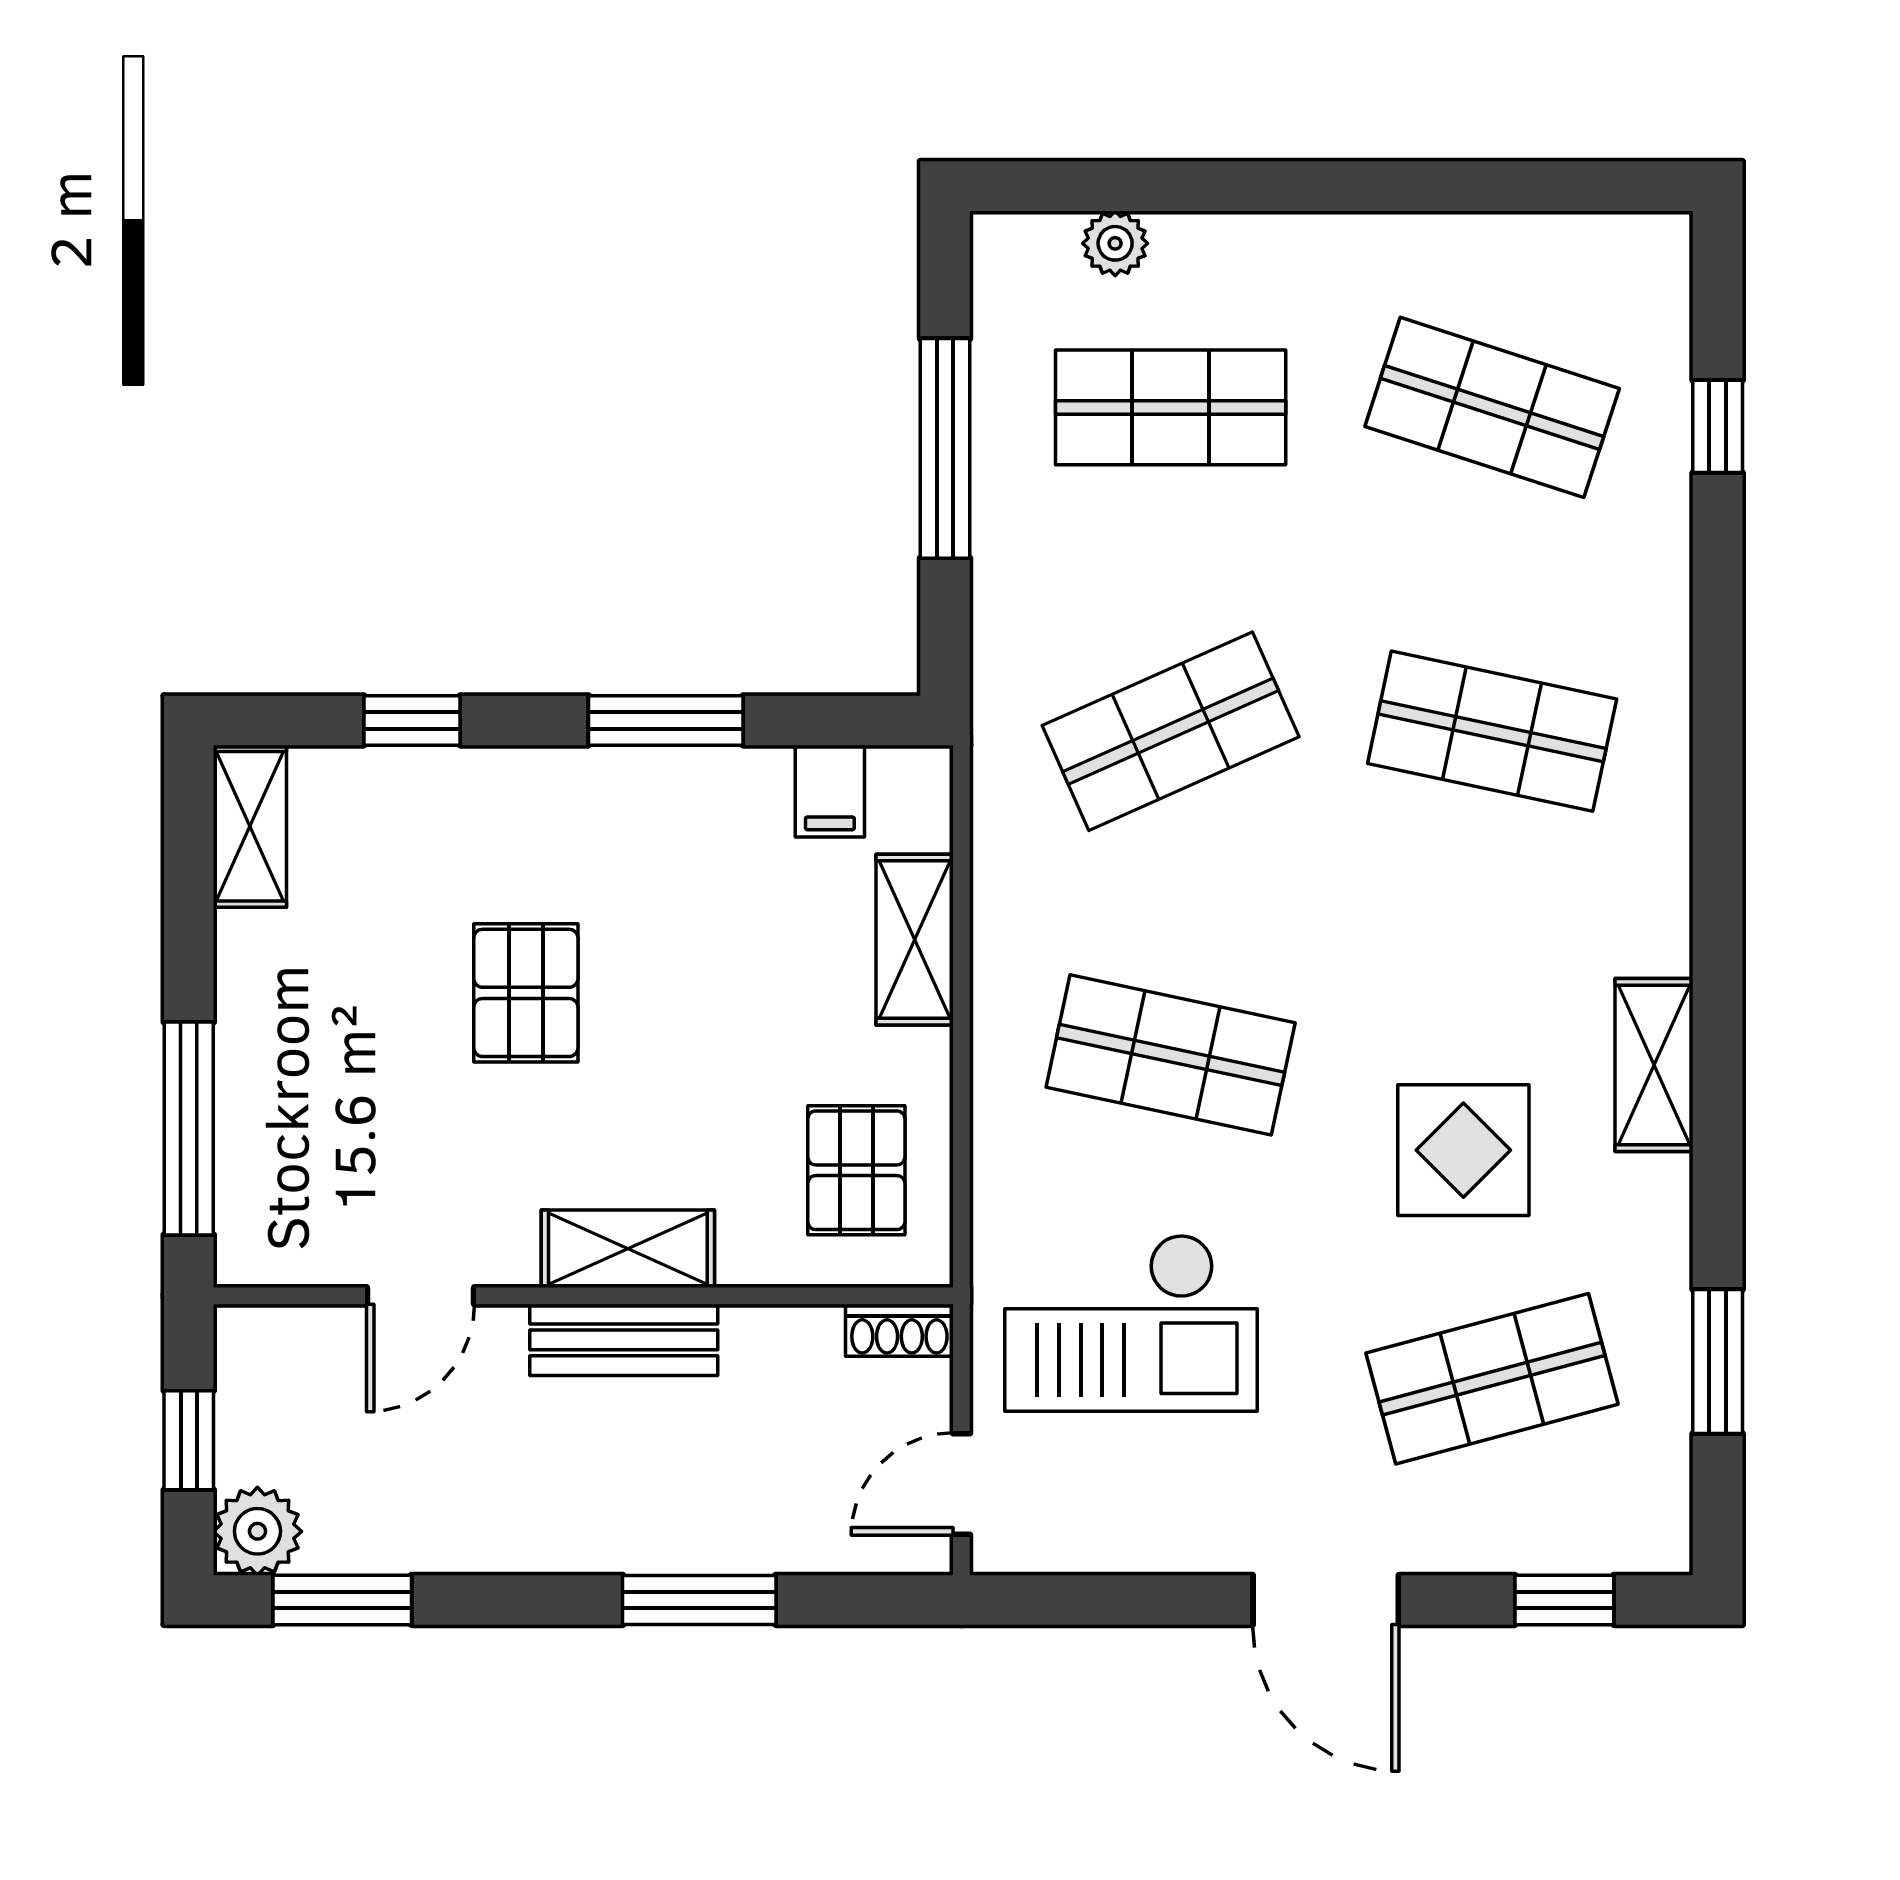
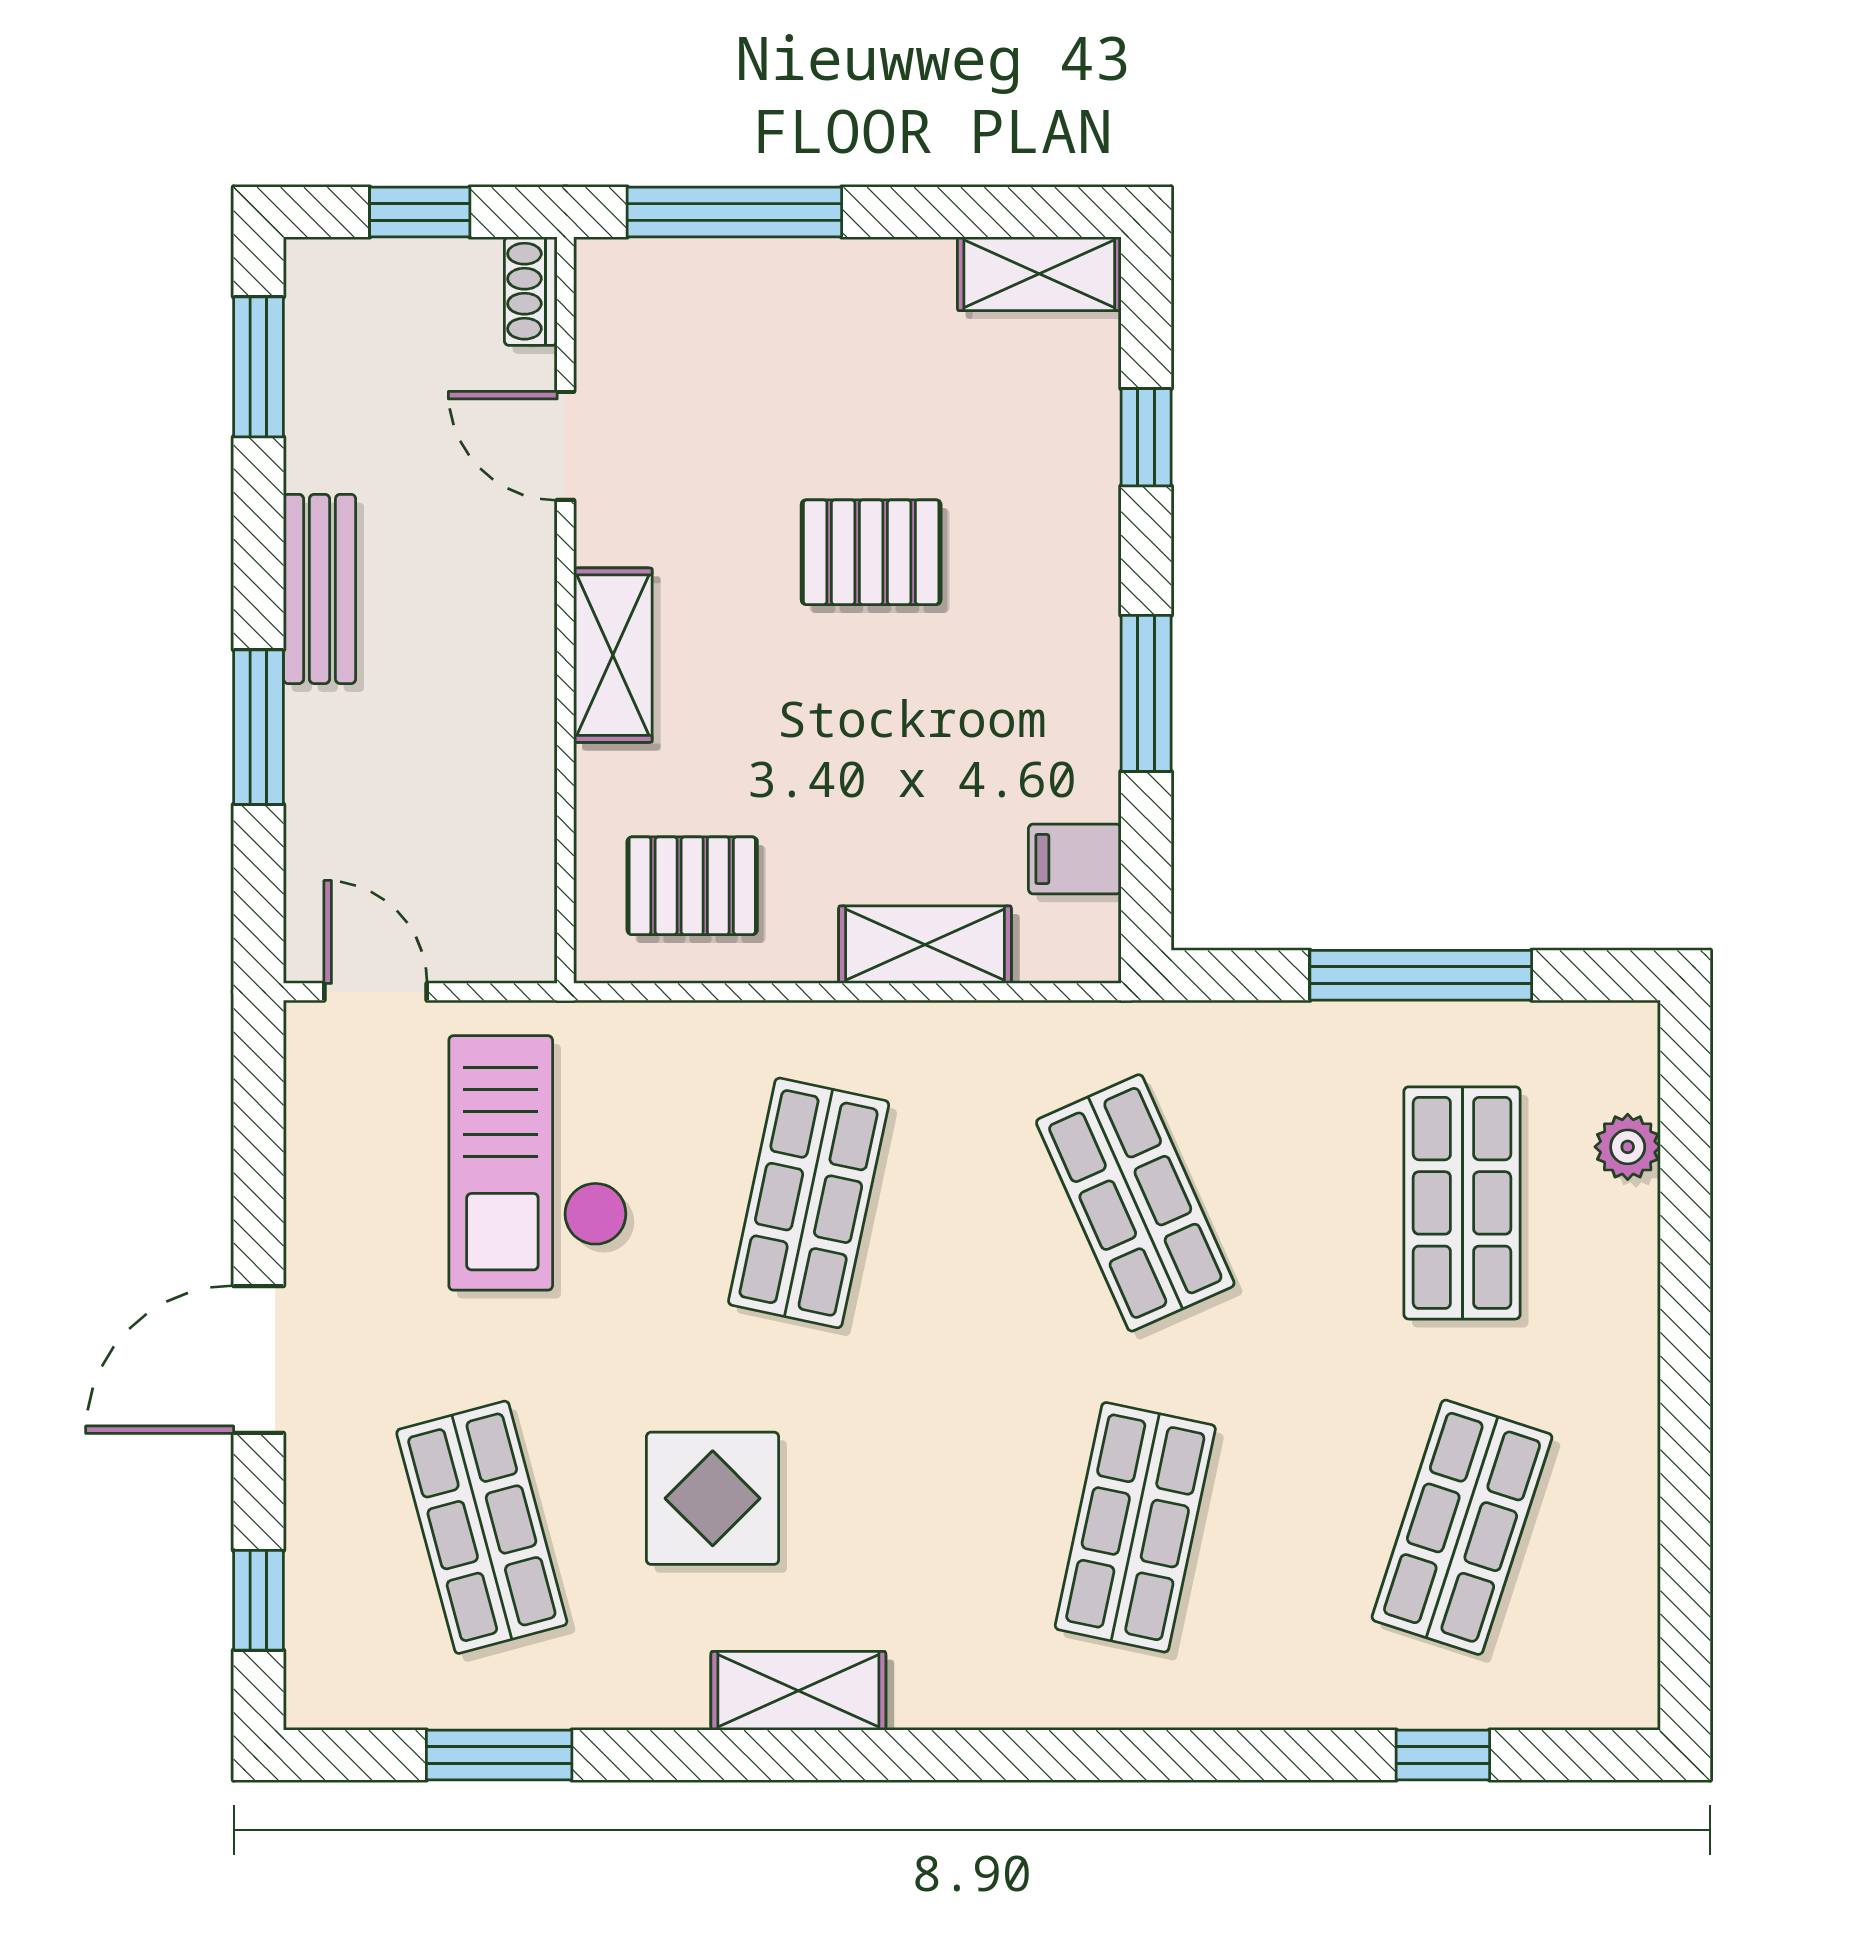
shoe rack: (899, 1330) -> (531, 291), moved
bench: (624, 1340) -> (320, 589), moved
plant: (257, 1531) -> (328, 281), removed

